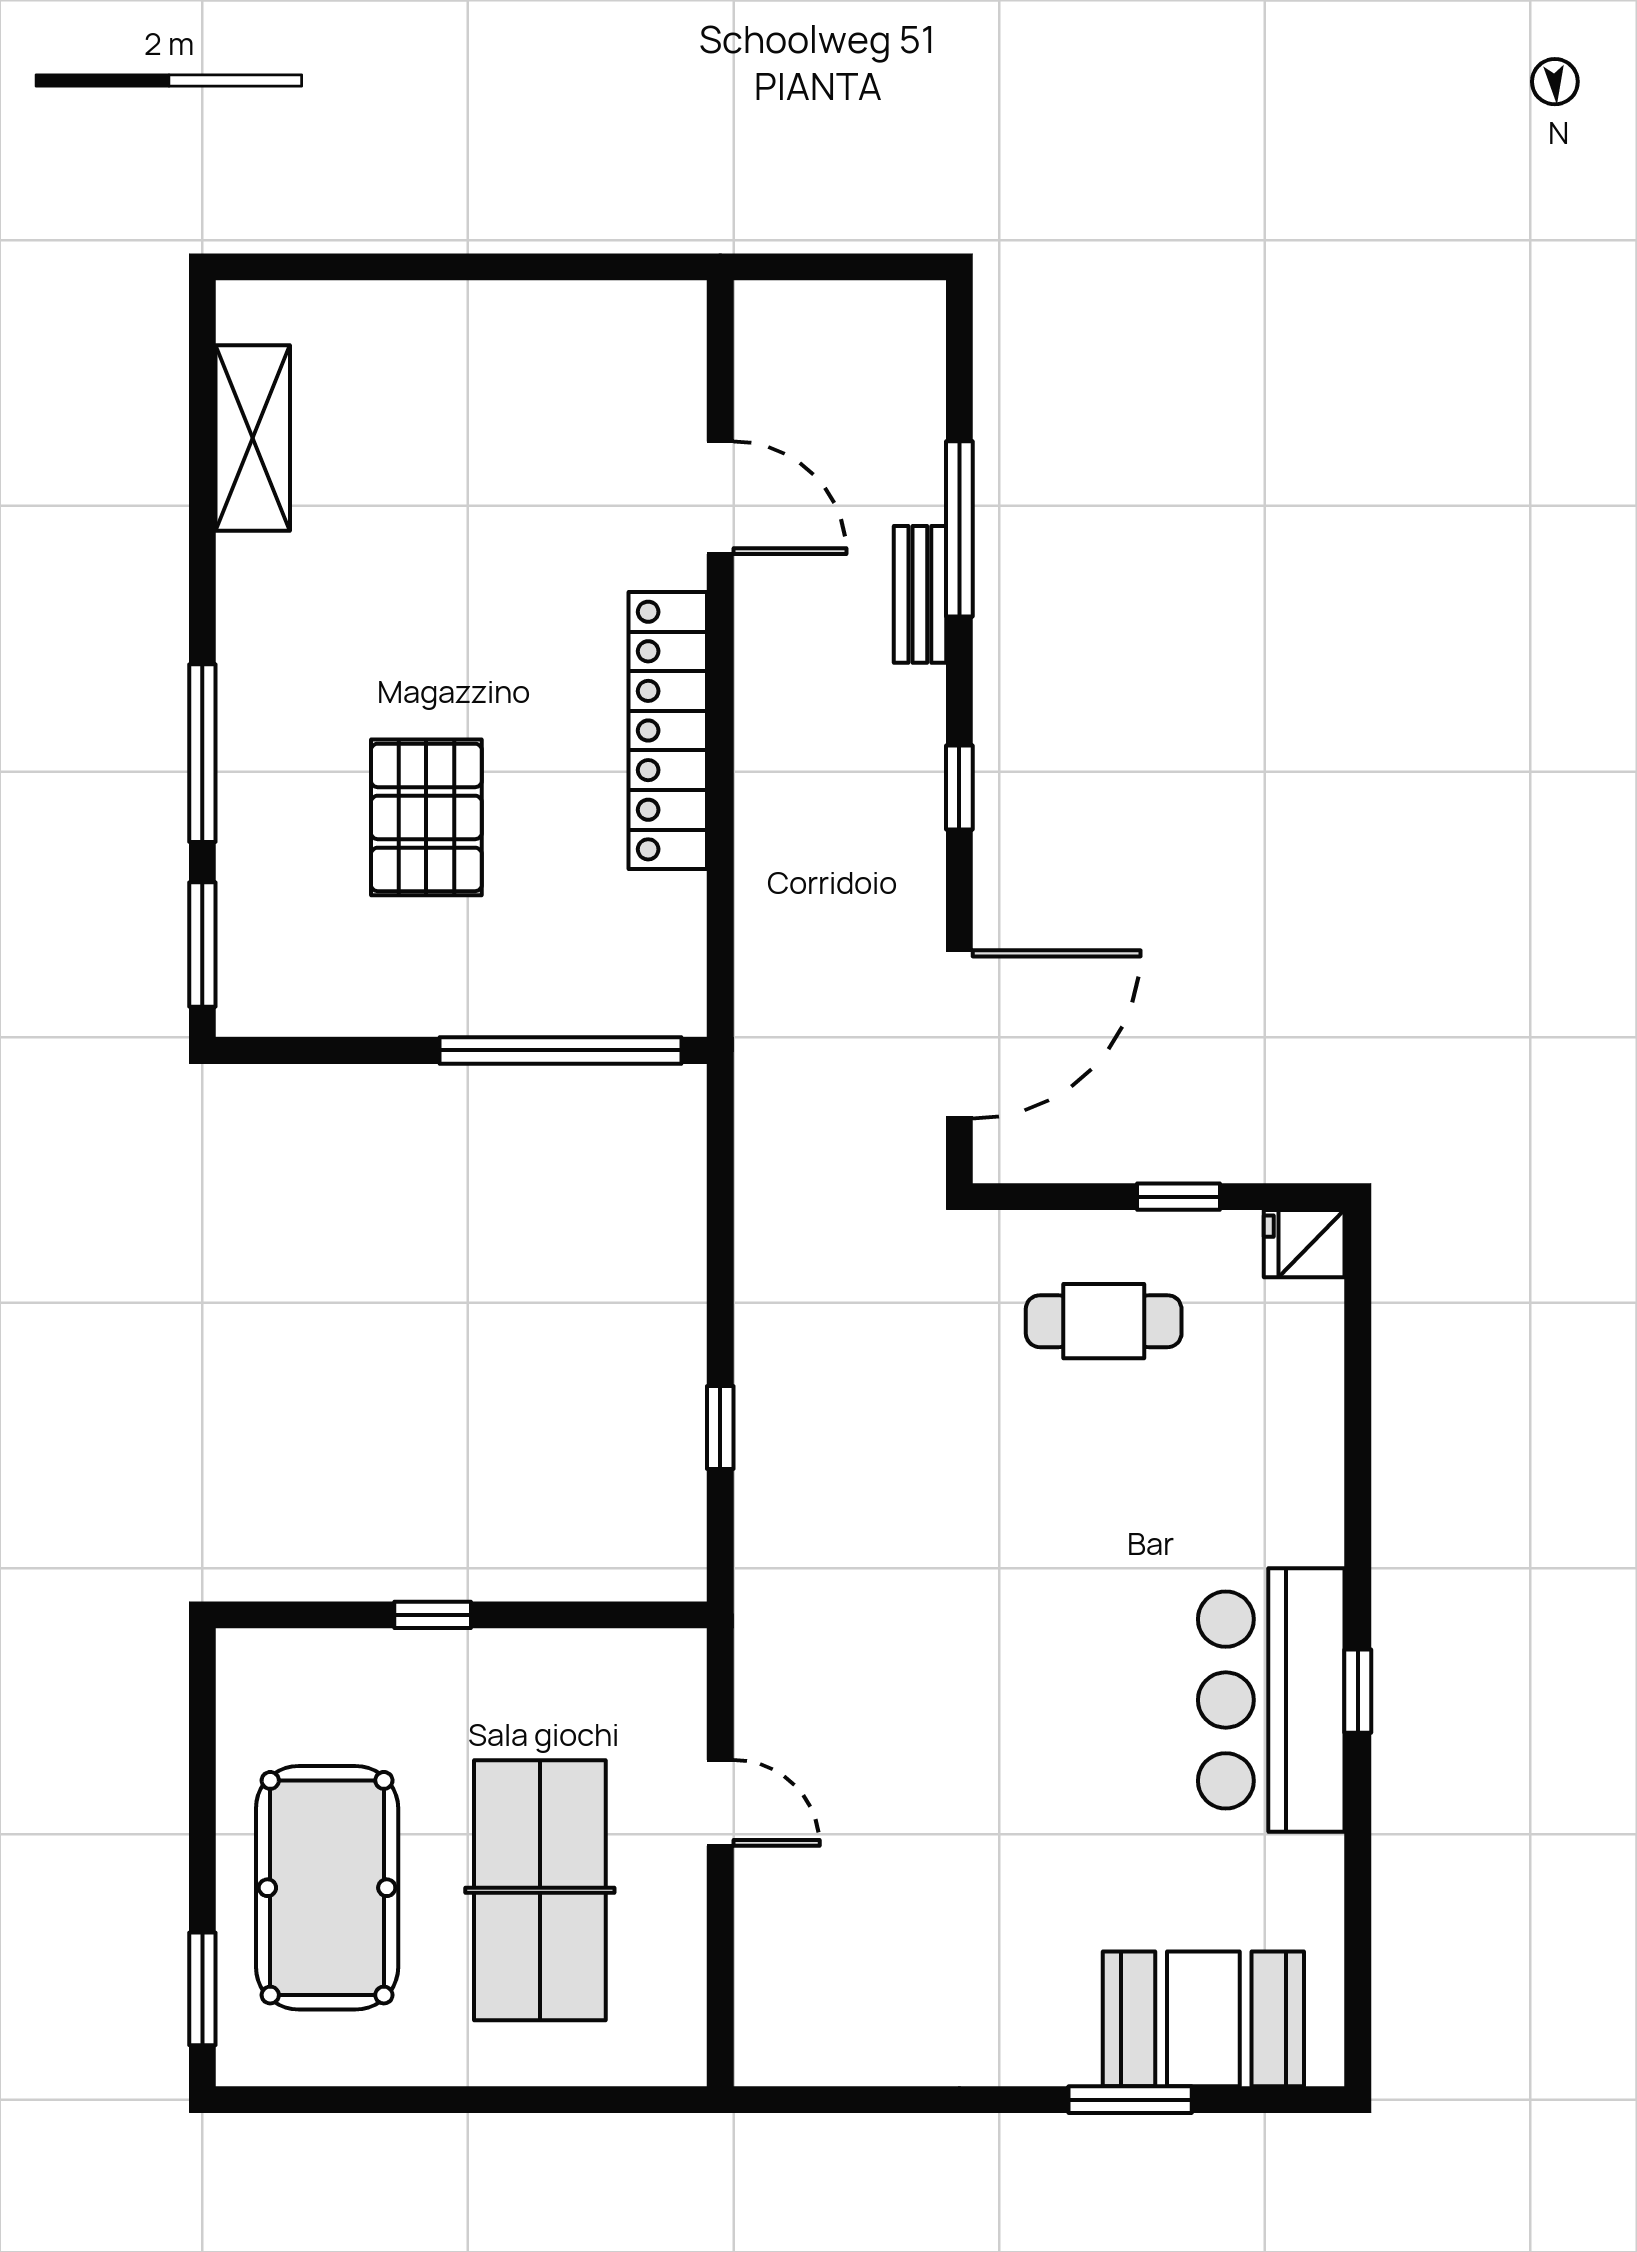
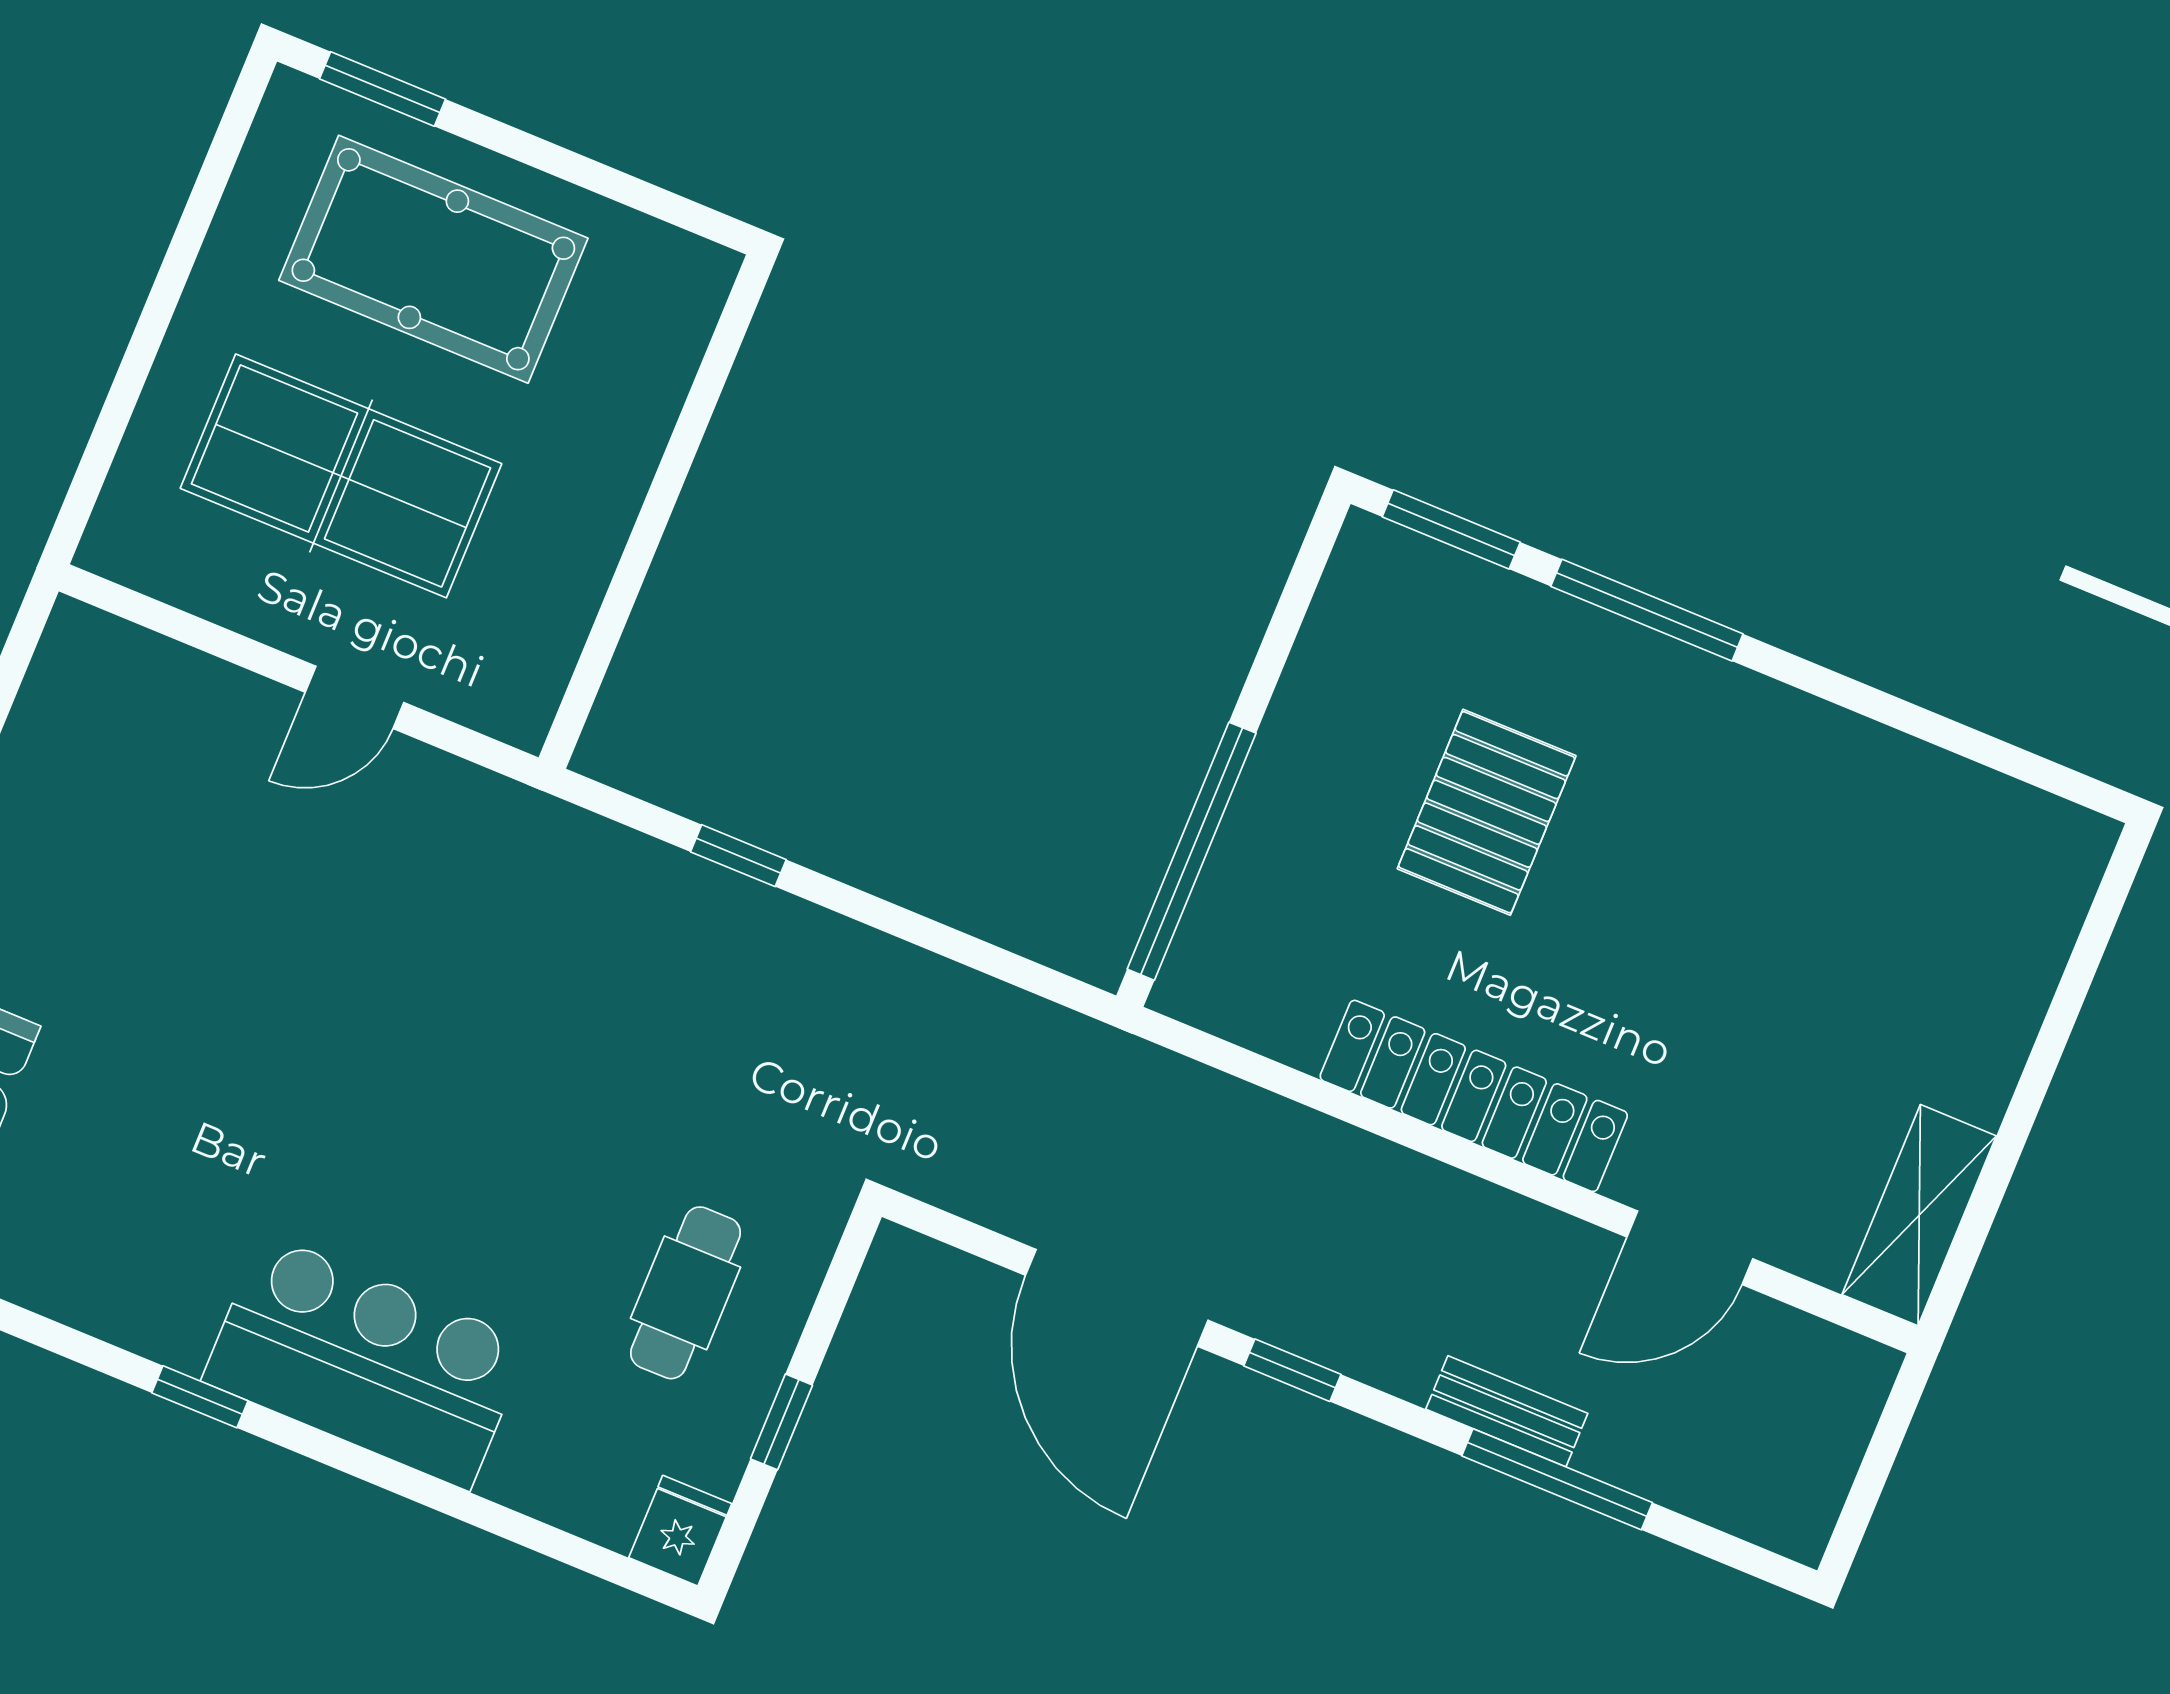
shelving: (253, 438) -> (1919, 1215), moved, turned 90
pallet: (426, 817) -> (1487, 812), turned 90
door: (959, 1034) -> (1117, 1298), moved
window: (433, 1615) -> (668, 482), removed
bar counter: (1271, 1700) -> (366, 1362), moved

